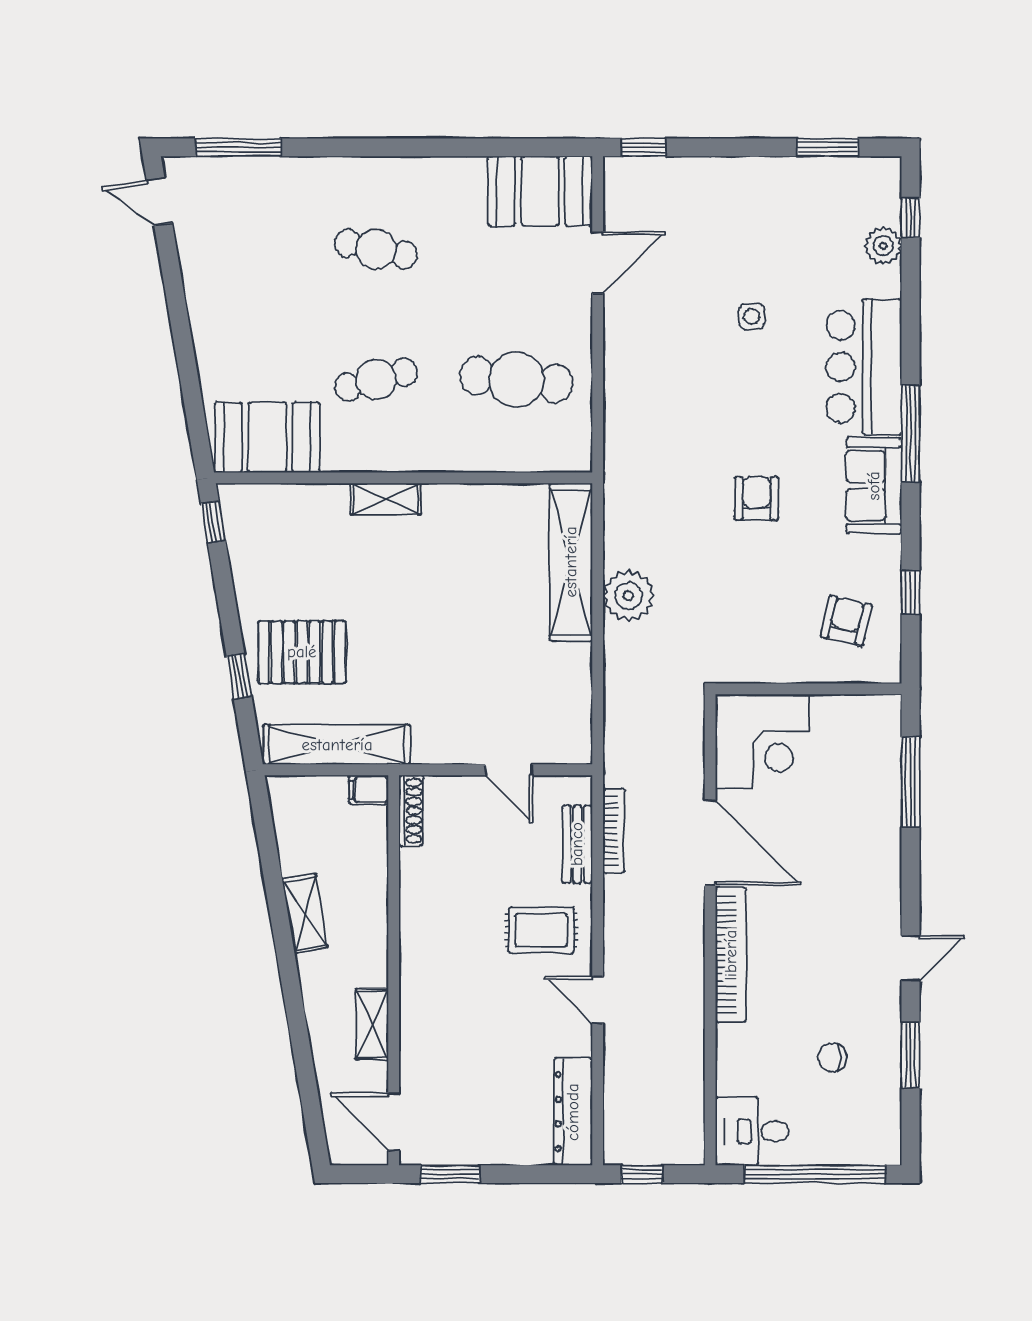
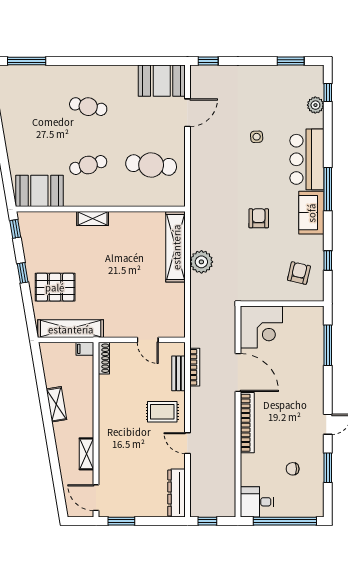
window: (239, 676) -> (23, 273), moved

